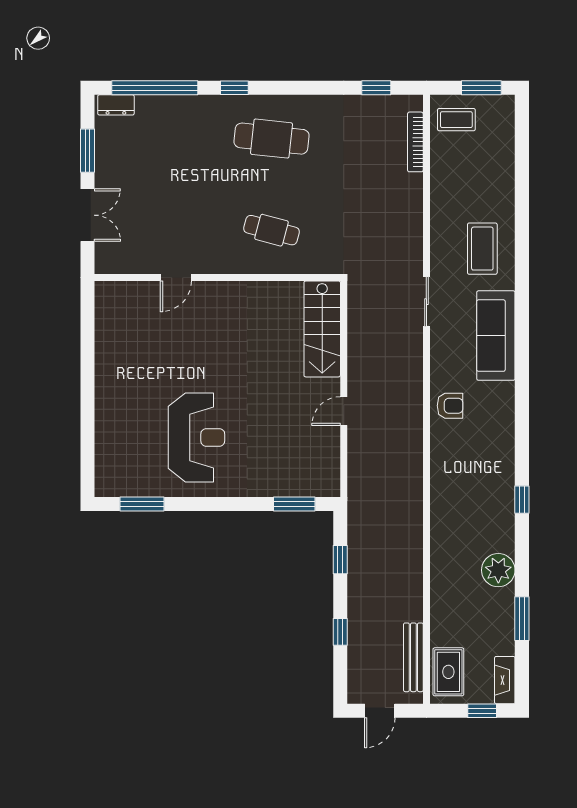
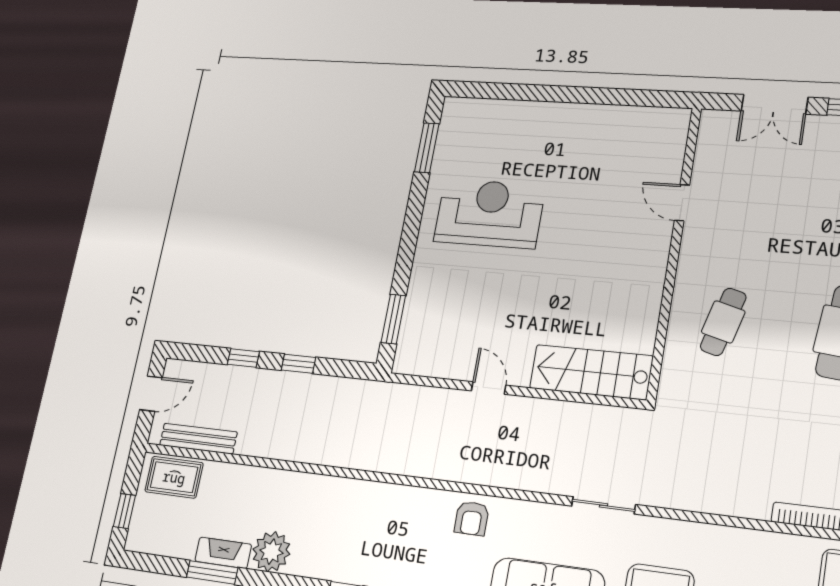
reception desk: (196, 437) -> (489, 213), turned 180
window: (340, 560) -> (298, 364), moved
fireplace: (505, 680) -> (223, 553), moved
door: (380, 711) -> (151, 394), swing flipped

